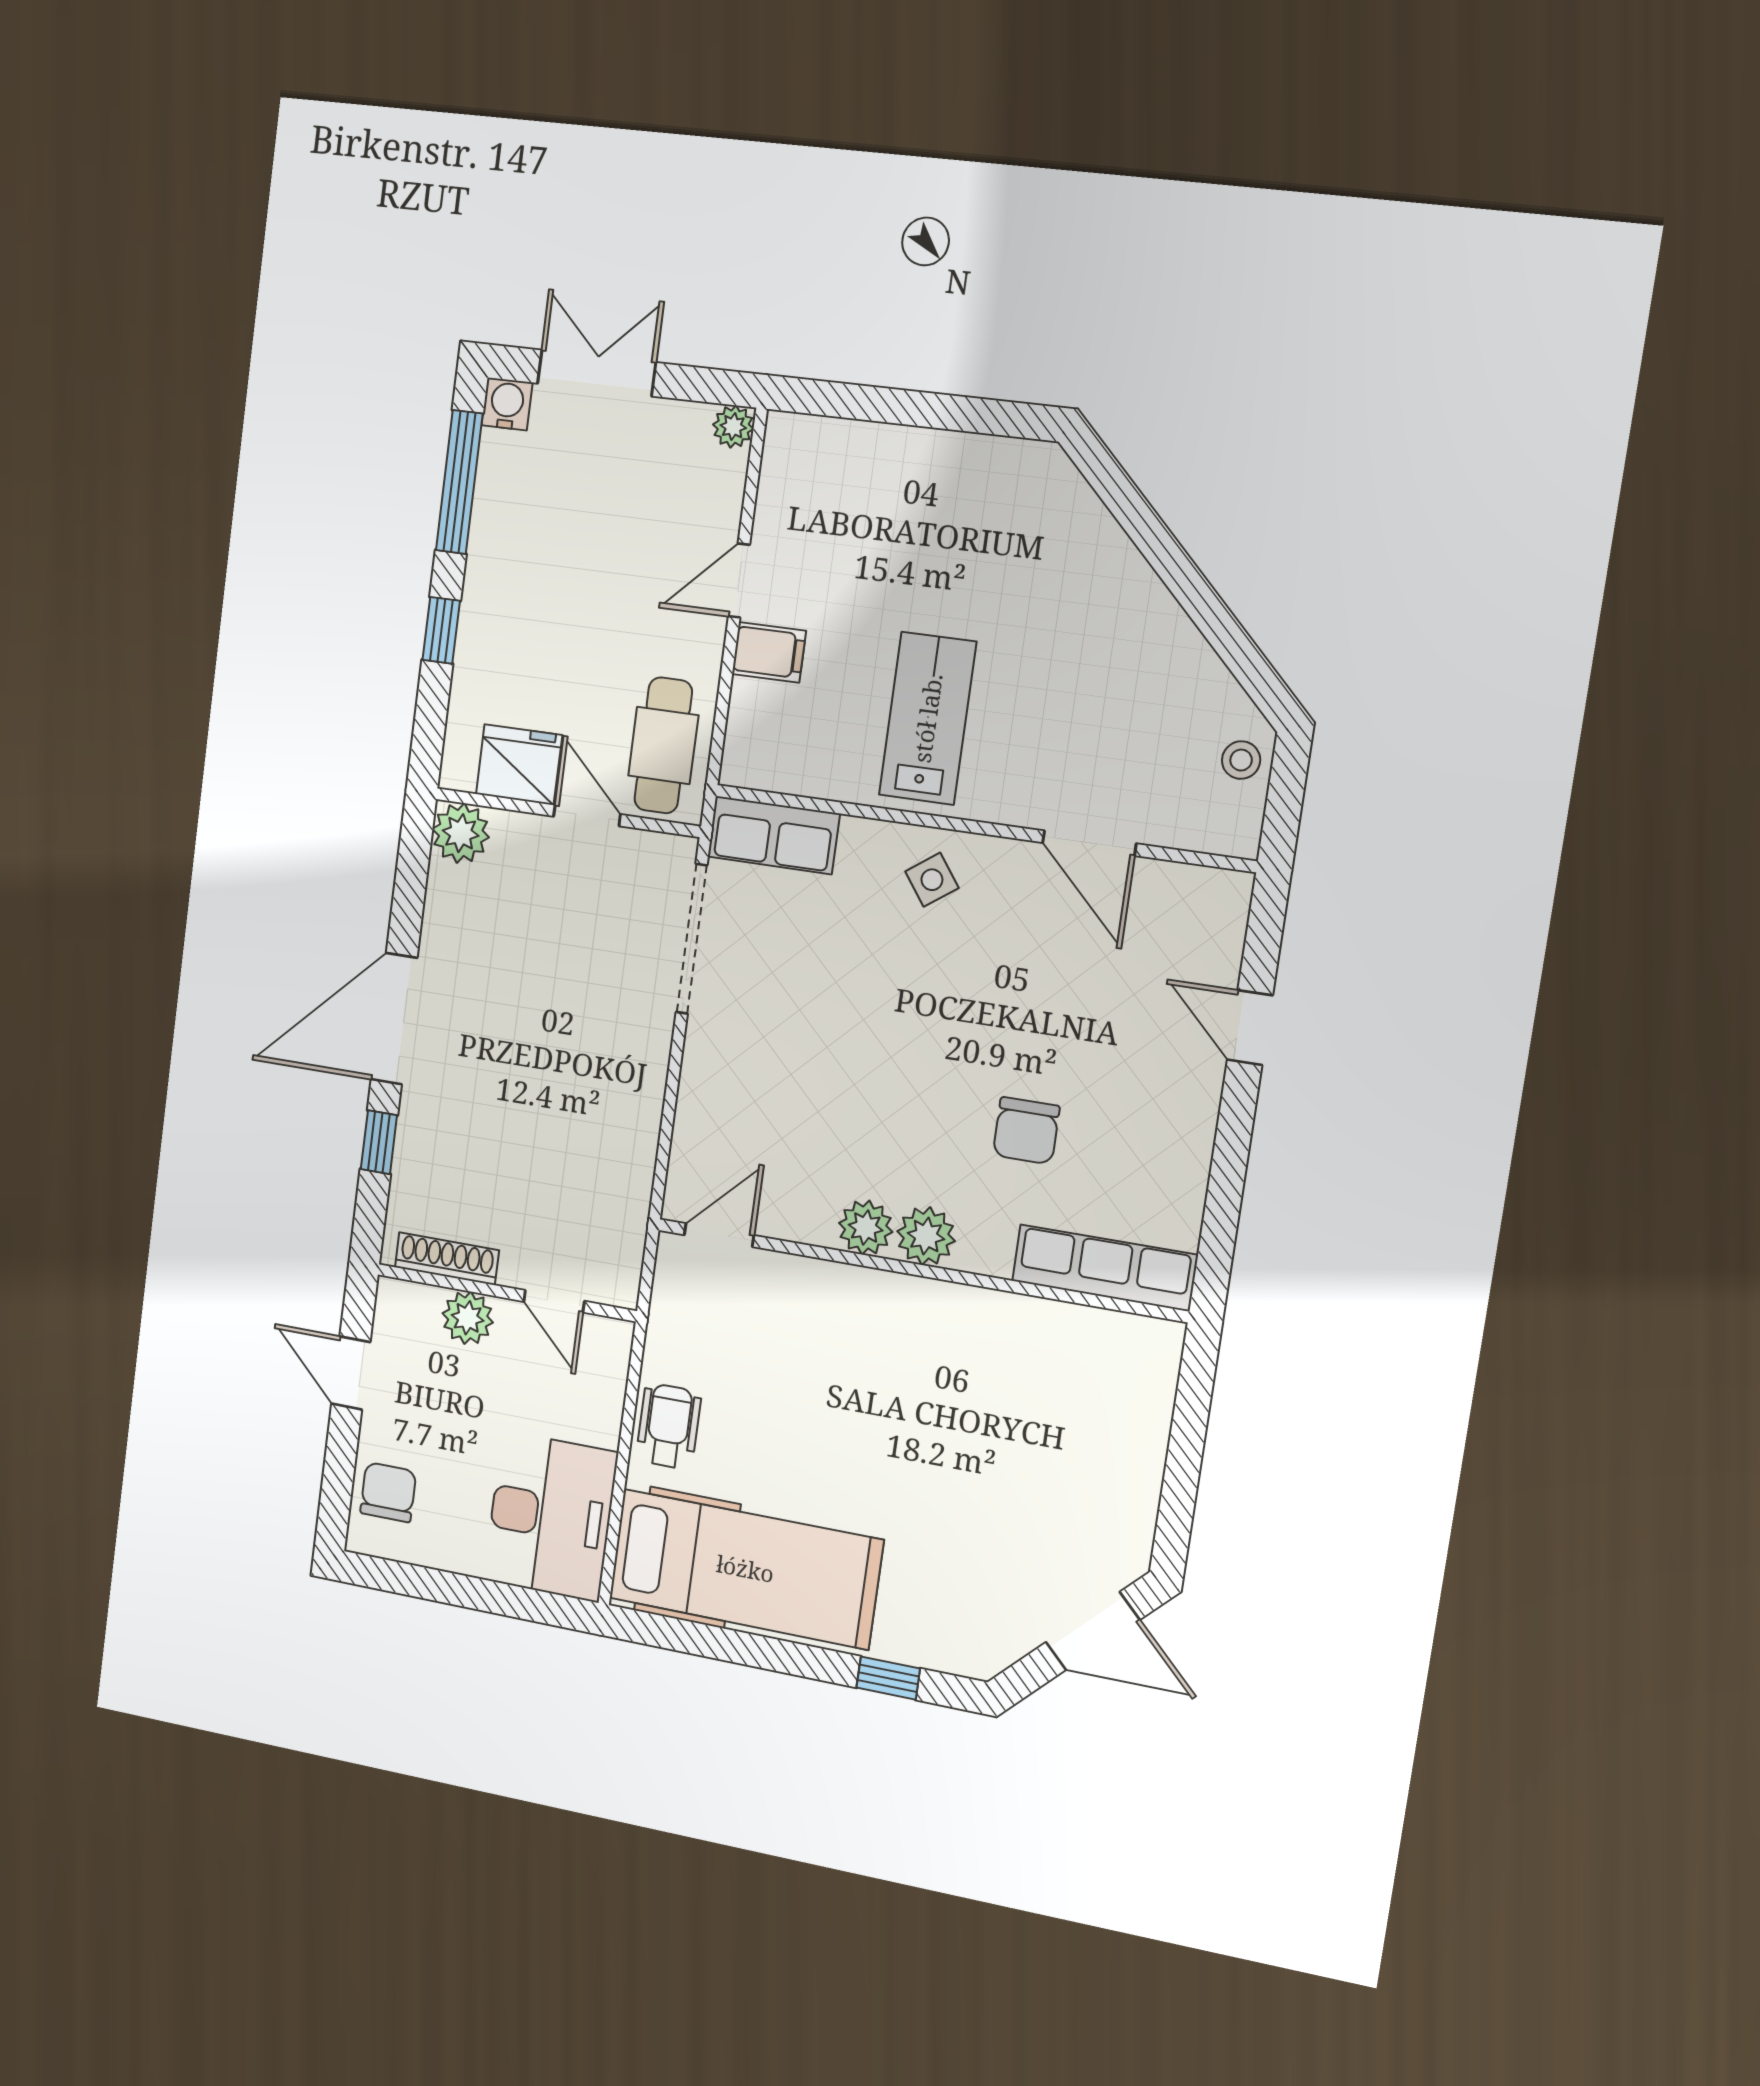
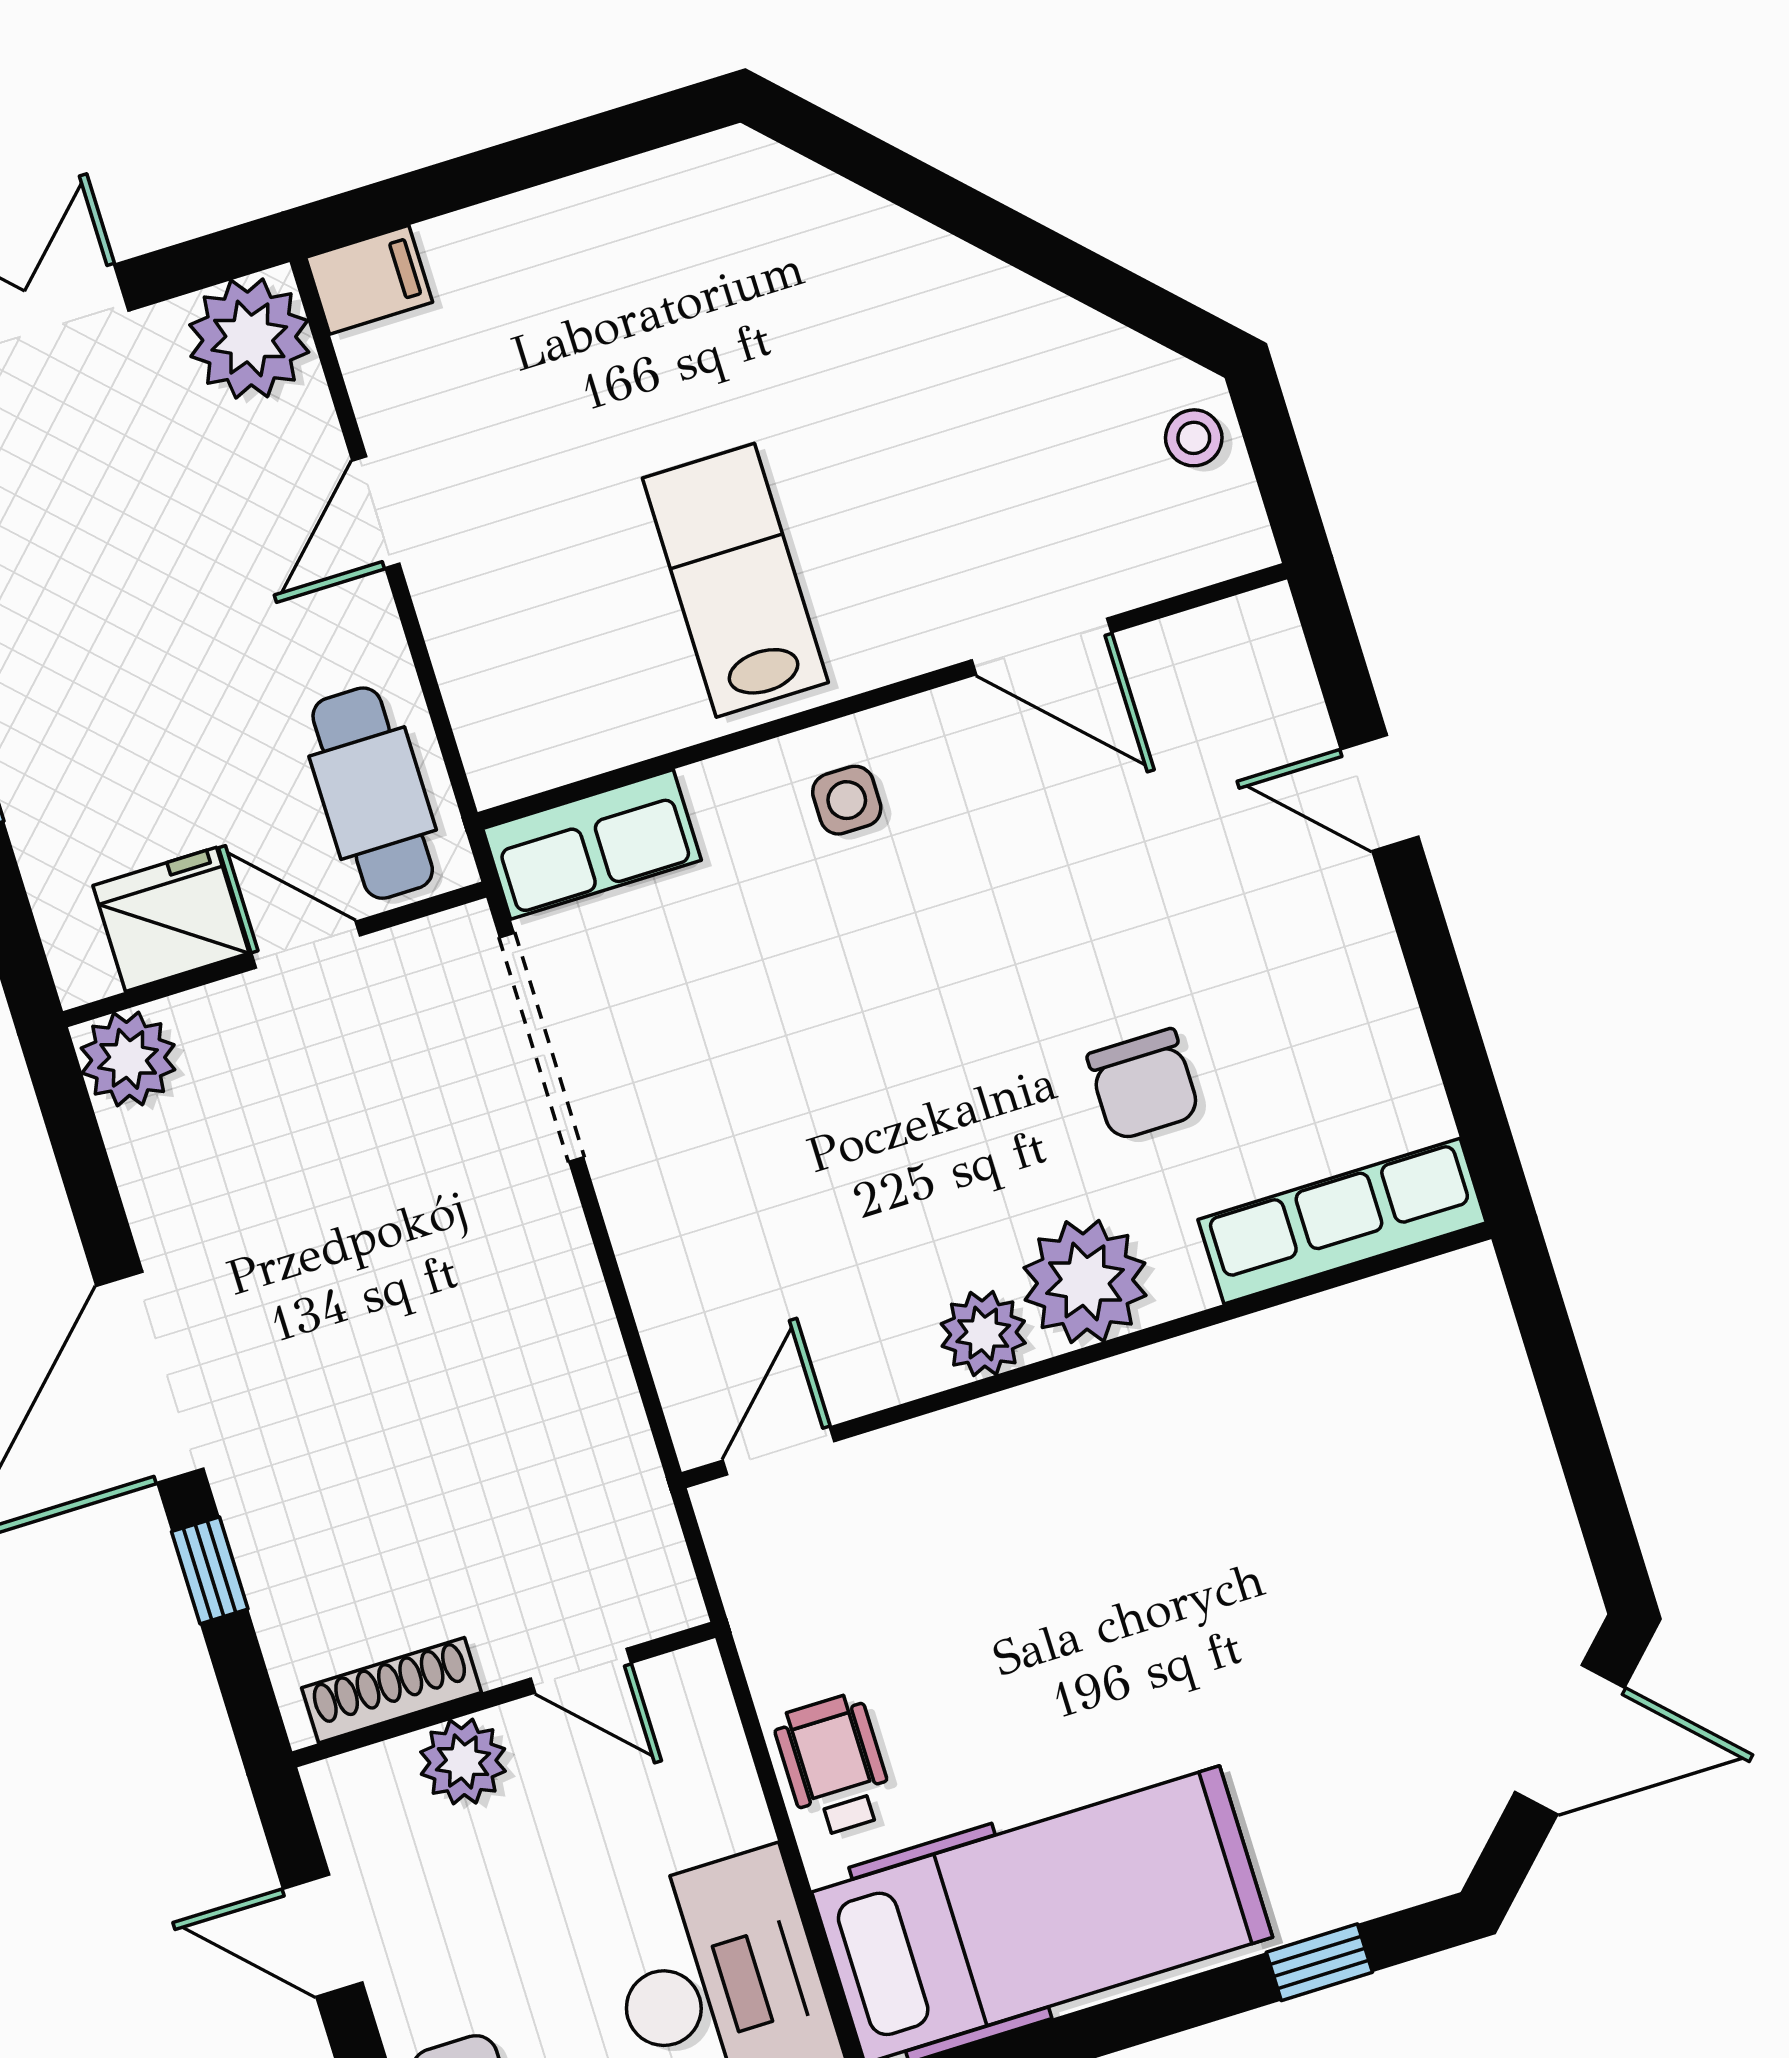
plant: (733, 427) -> (249, 339), width x1.87, depth x1.87
filing cabinet: (769, 652) -> (369, 280), moved
side table: (932, 880) -> (847, 800), turned 36
plant: (926, 1236) -> (1085, 1281), width x1.36, depth x1.36

